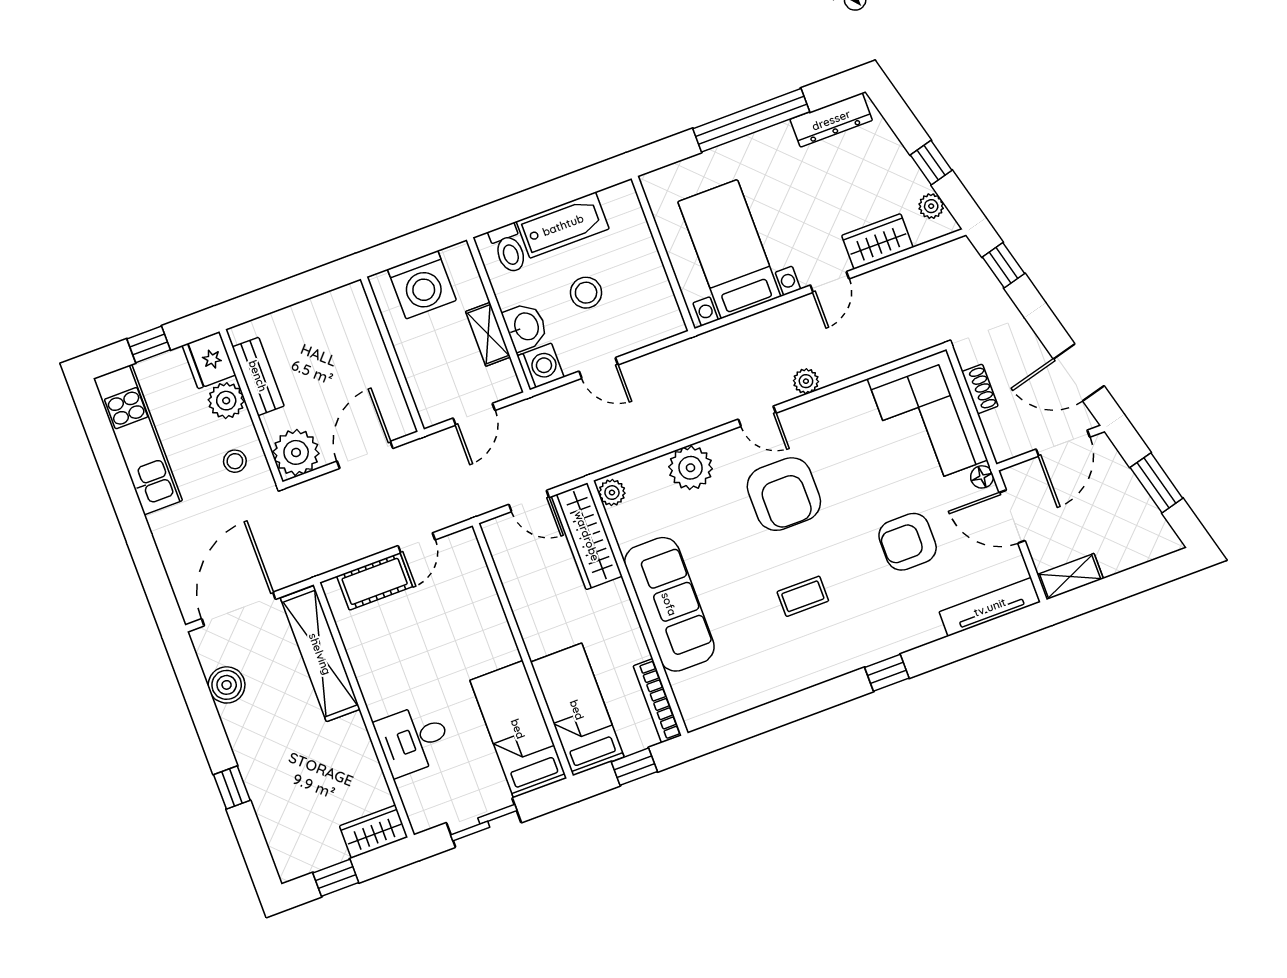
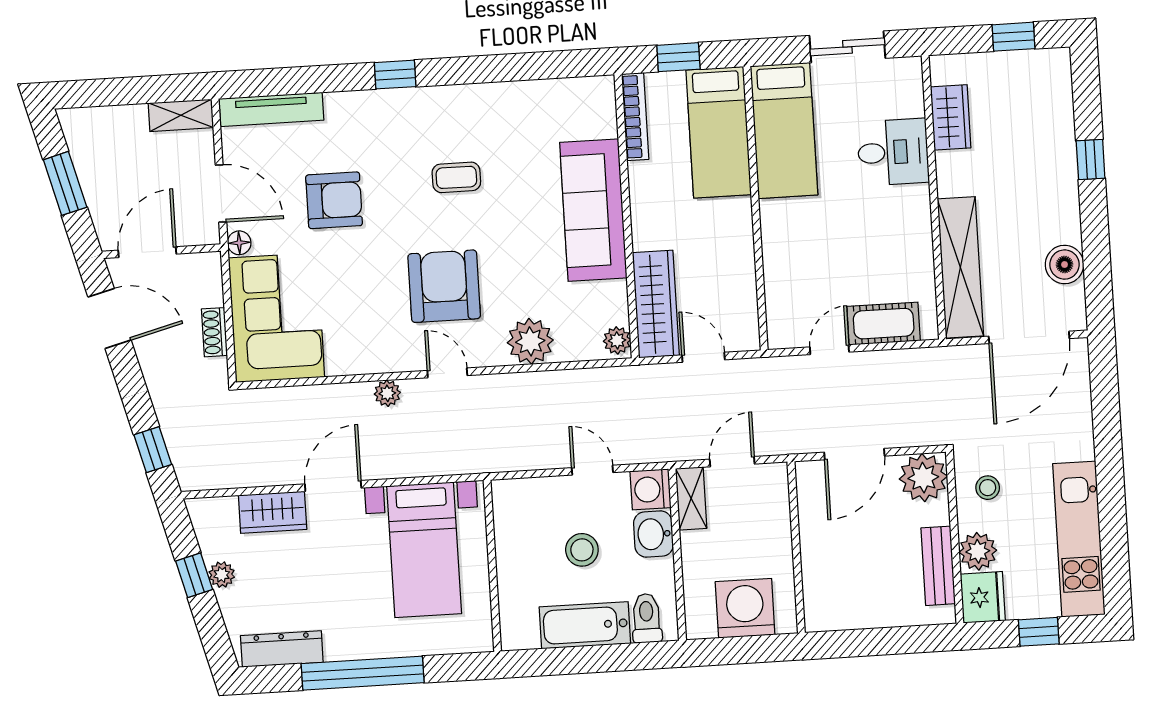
plant: (931, 206) -> (222, 575), moved
door: (830, 282) -> (333, 486), width x1.38
shelving: (488, 334) -> (691, 498), moved
wardrobe: (374, 832) -> (951, 117), moved, turned -90

